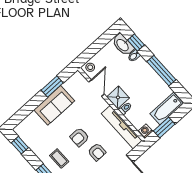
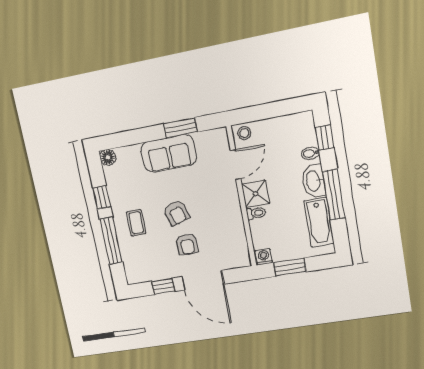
washbasin: (123, 45) -> (314, 181), moved
bathtub: (167, 109) -> (319, 222), moved, turned -90
tv unit: (122, 127) -> (237, 234), removed
floor lamp: (20, 130) -> (108, 157), added
armchair: (79, 137) -> (176, 213), turned -108
window: (20, 145) -> (102, 197), moved

